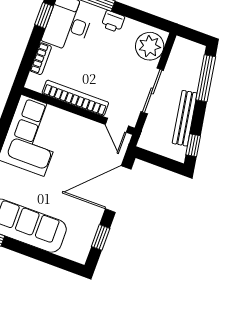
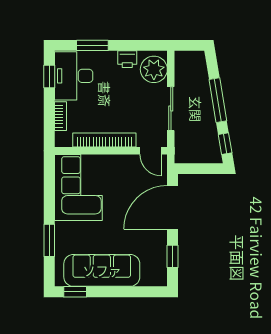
printer: (113, 21) -> (127, 59), moved
window: (206, 78) -> (218, 100), moved
bench: (185, 118) -> (209, 122), removed

